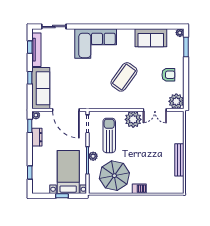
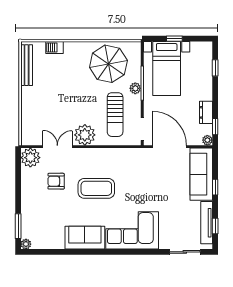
sofa: (151, 38) -> (85, 238), moved
armchair: (168, 75) -> (56, 181), moved
coffee table: (124, 77) -> (96, 188), turned 54
bench: (179, 160) -> (27, 65), moved
barbecue: (139, 189) -> (55, 47), moved

